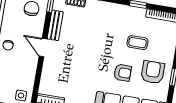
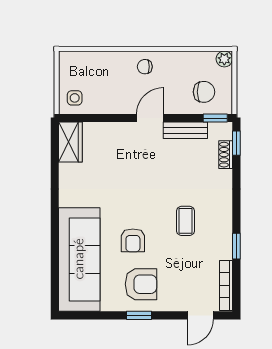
coffee table: (137, 43) -> (185, 221), moved

